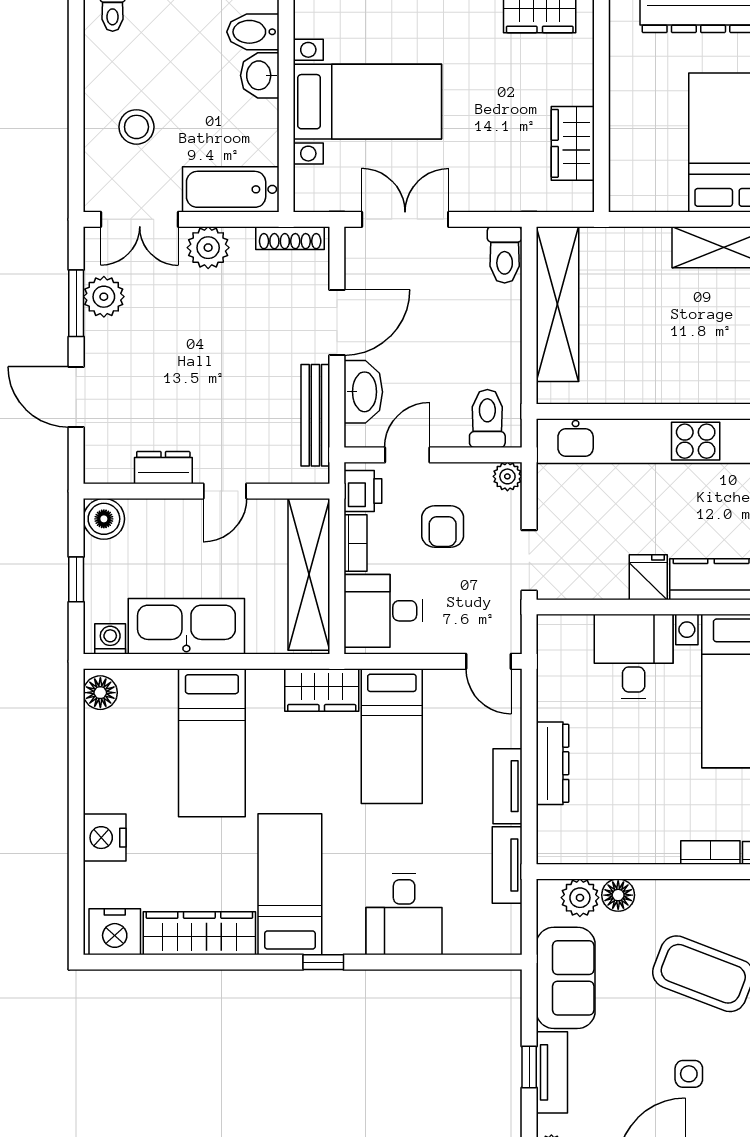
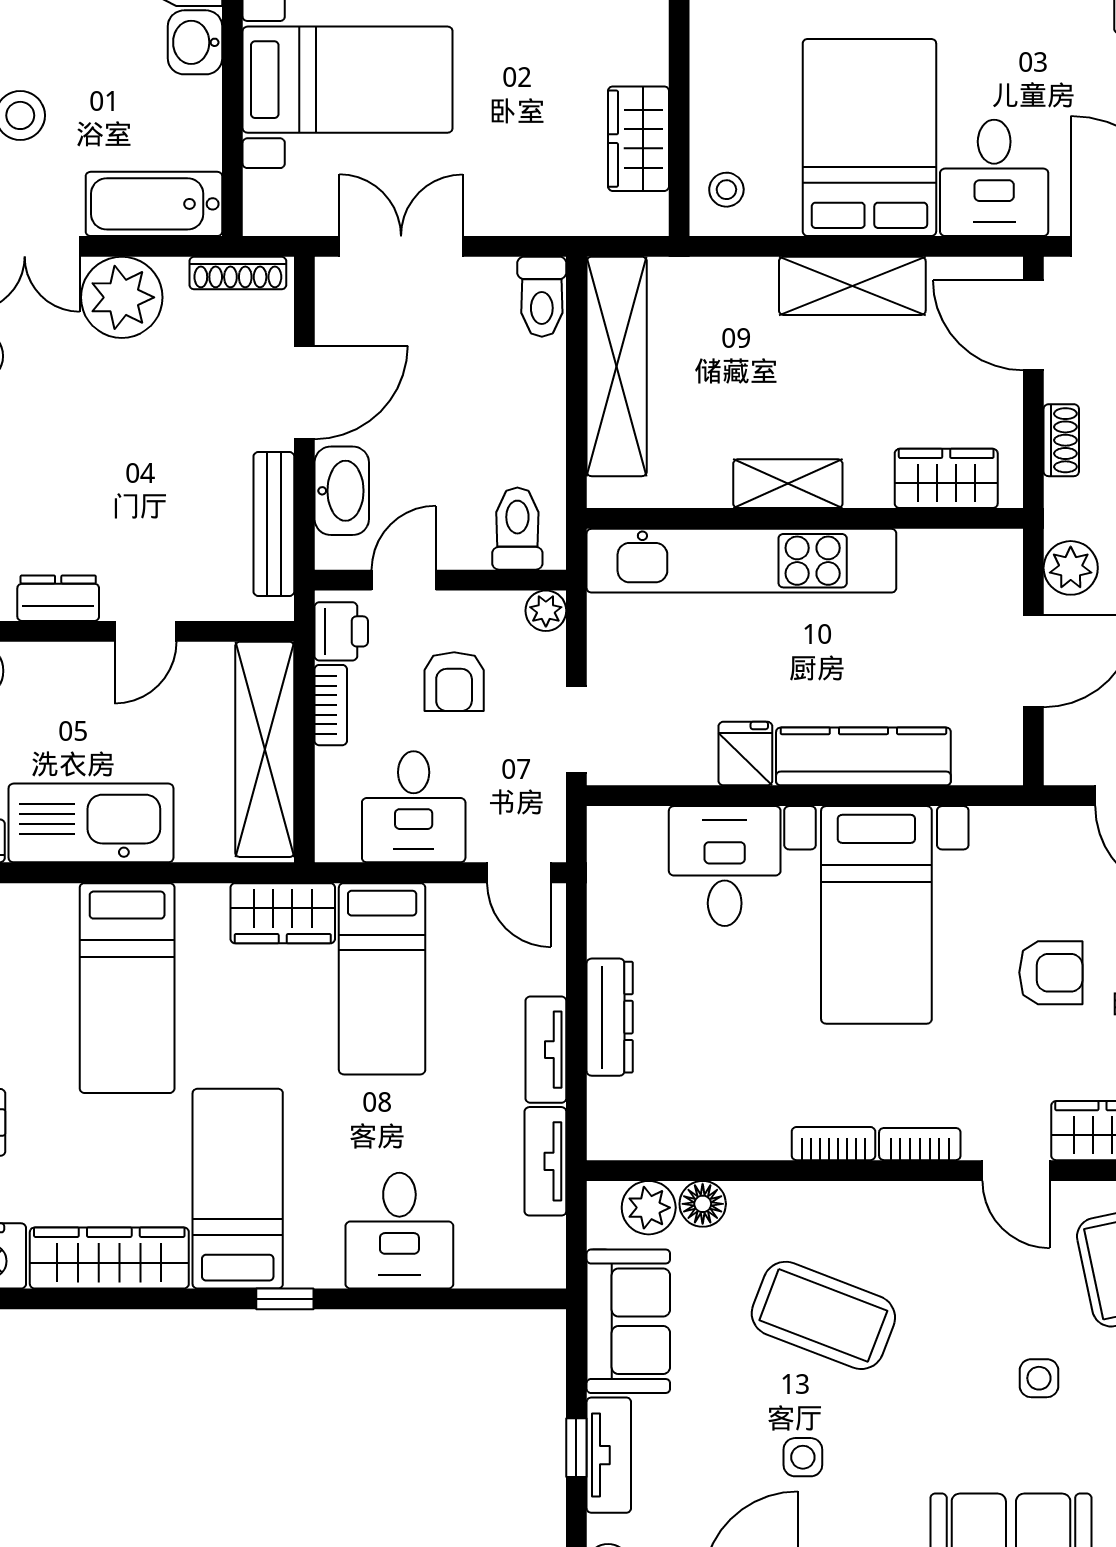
stool: (635, 179) -> (726, 190), added
plant: (208, 248) -> (122, 297), width x1.36, depth x1.36
shelving: (678, 387) -> (788, 484), added
desk: (384, 611) -> (414, 807), moved, turned -90

